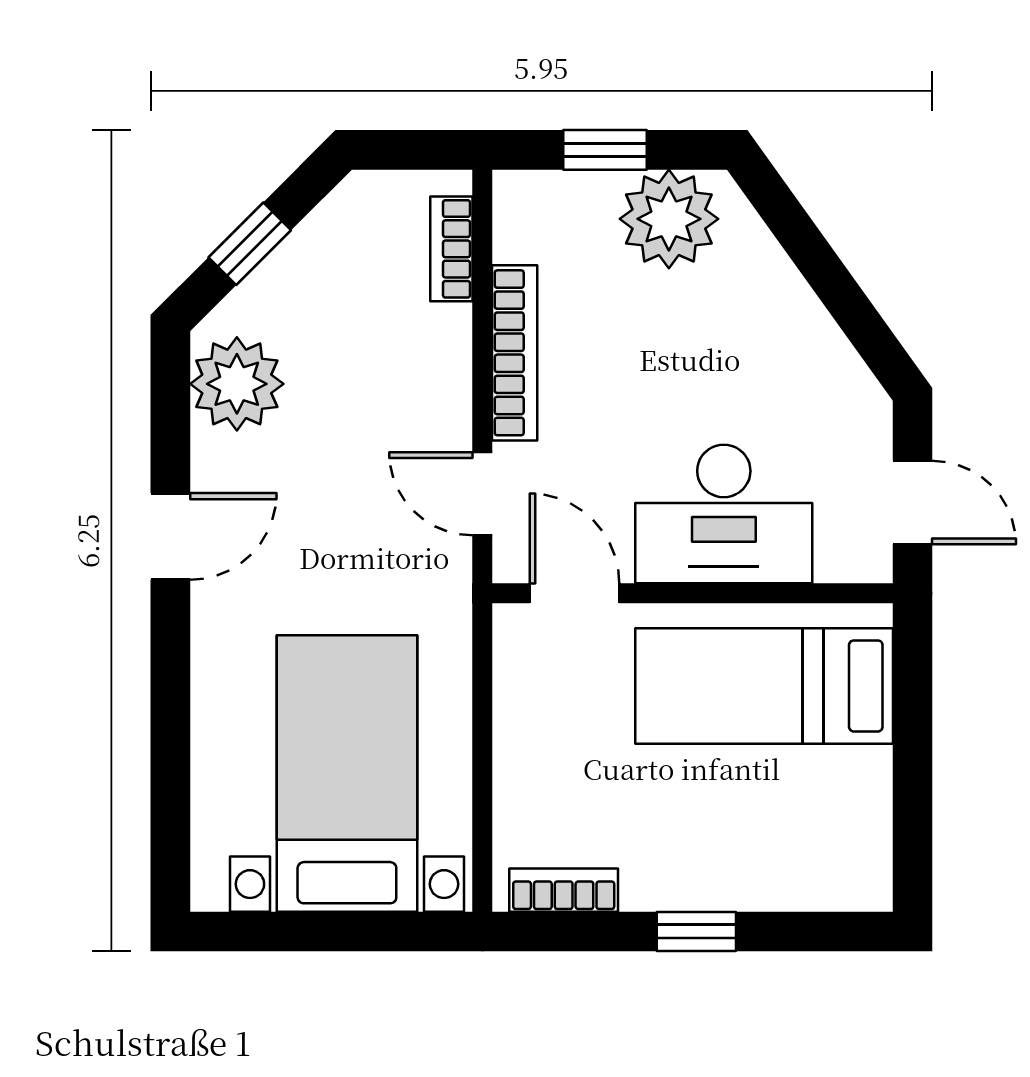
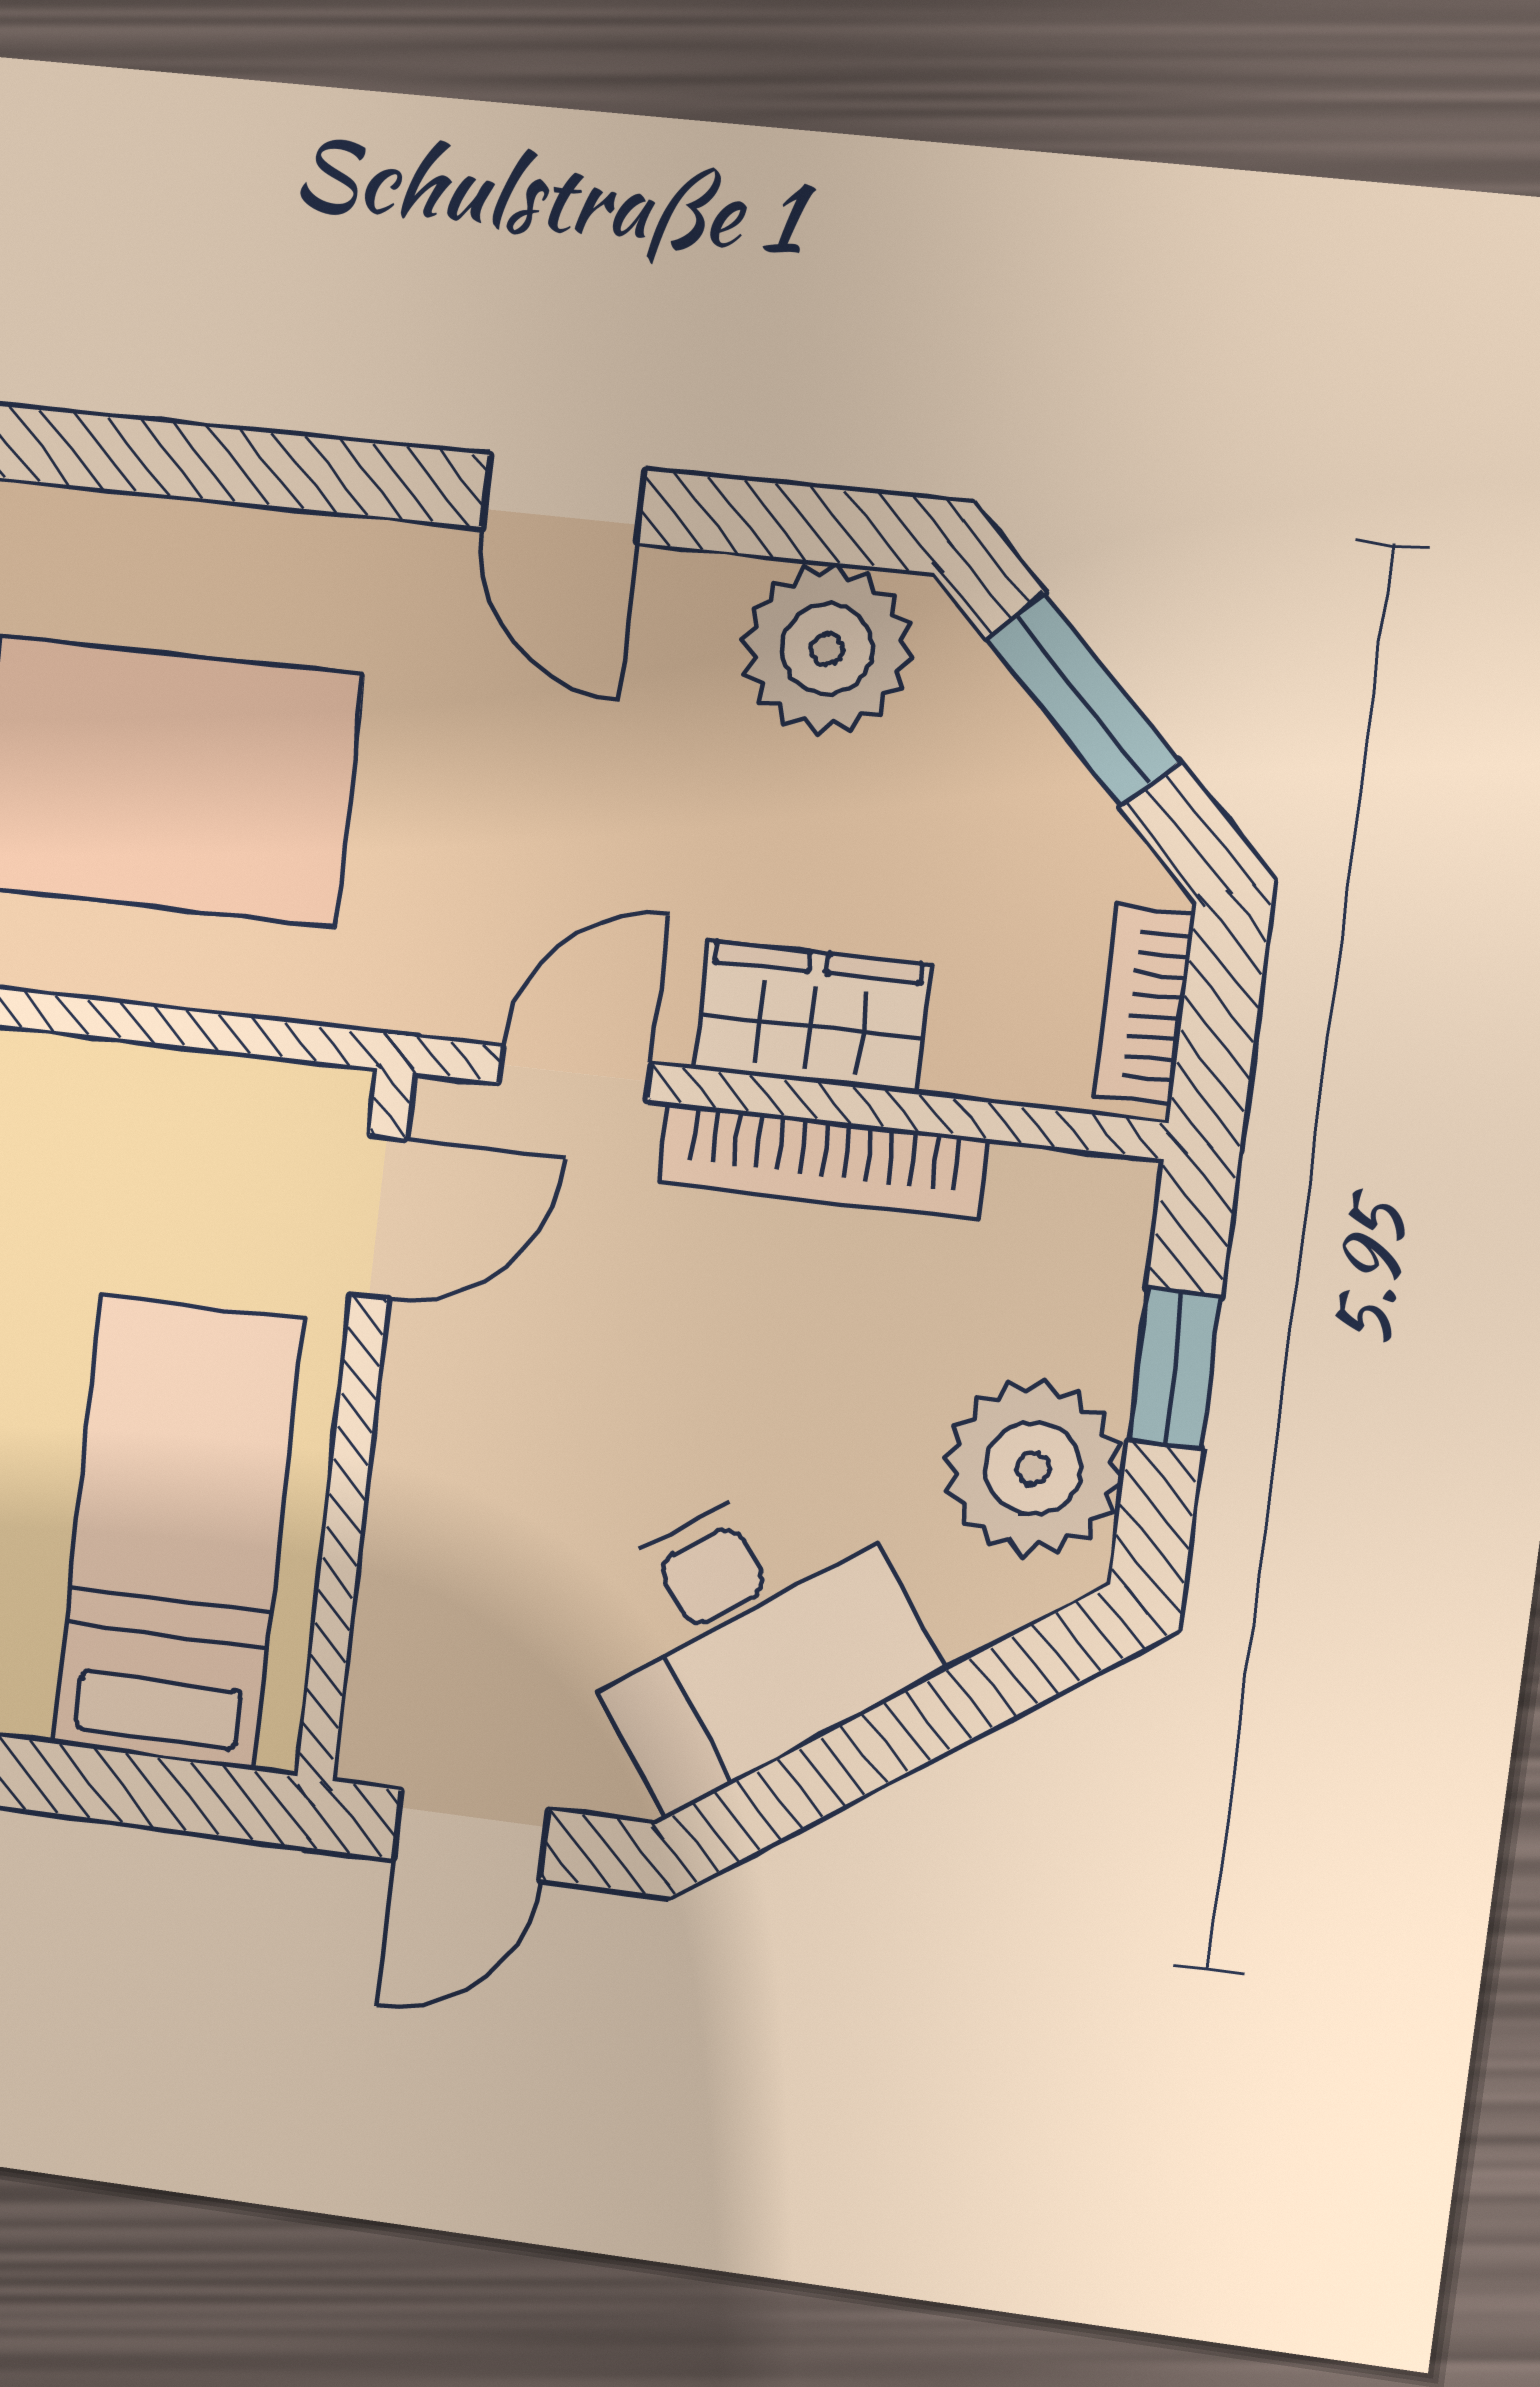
window: (250, 244) -> (1083, 700), width x1.50
bookcase: (451, 249) -> (1144, 1005), moved, turned -90
wardrobe: (437, 368) -> (812, 1017), added
desk: (724, 514) -> (746, 1635), moved, turned -126

